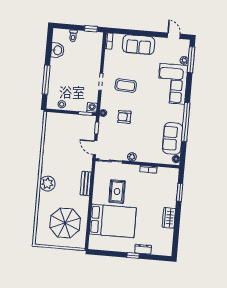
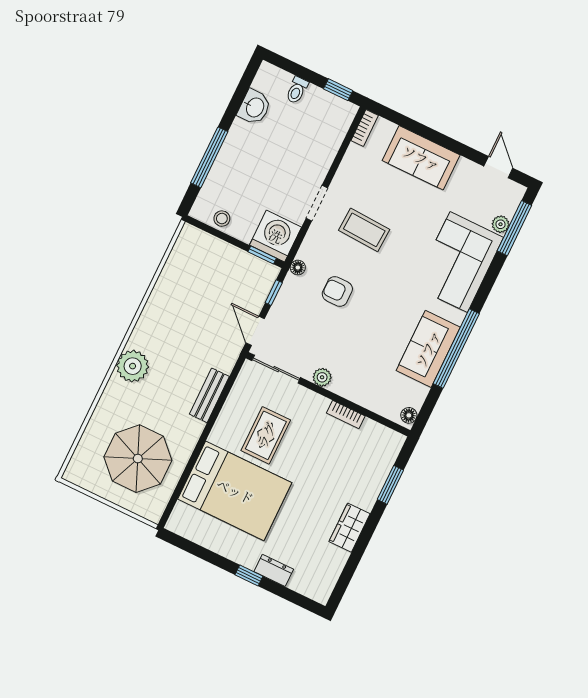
washing machine: (92, 108) -> (276, 236), width x1.89, depth x1.89
sofa: (172, 138) -> (428, 349), moved

